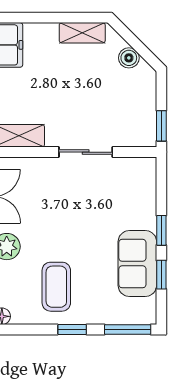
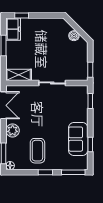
window: (25, 18) -> (22, 15), added
shelving: (82, 33) -> (50, 23), removed
window: (161, 230) -> (90, 101), moved

